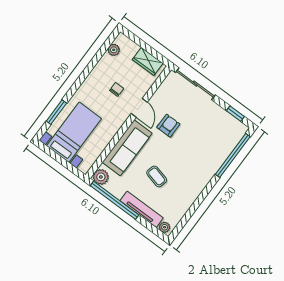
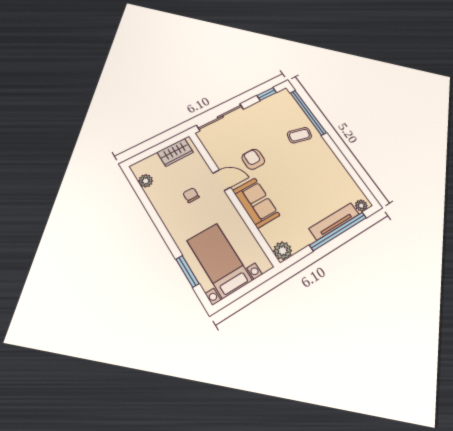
sofa: (127, 148) -> (256, 203), width x0.73
coffee table: (157, 176) -> (299, 135), moved
window: (115, 200) -> (338, 231), moved

